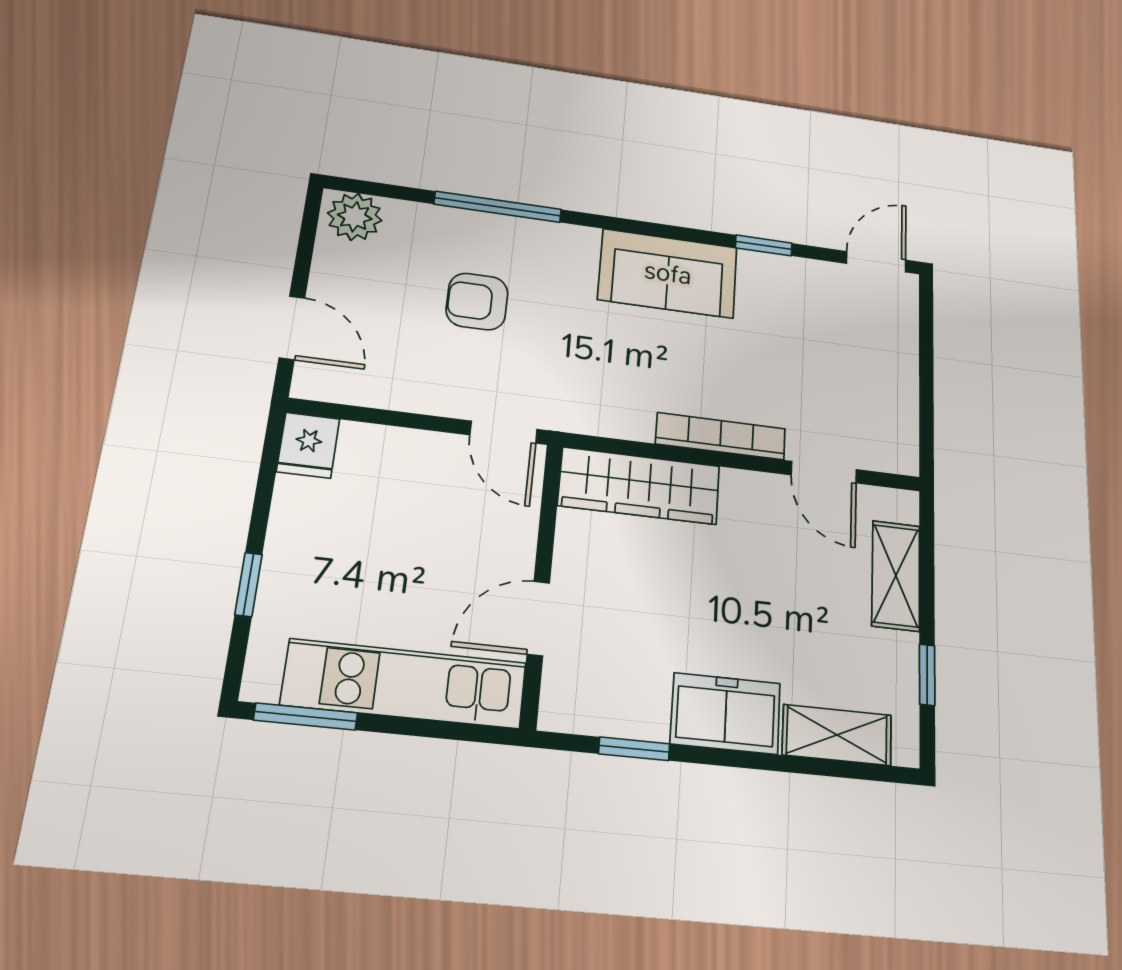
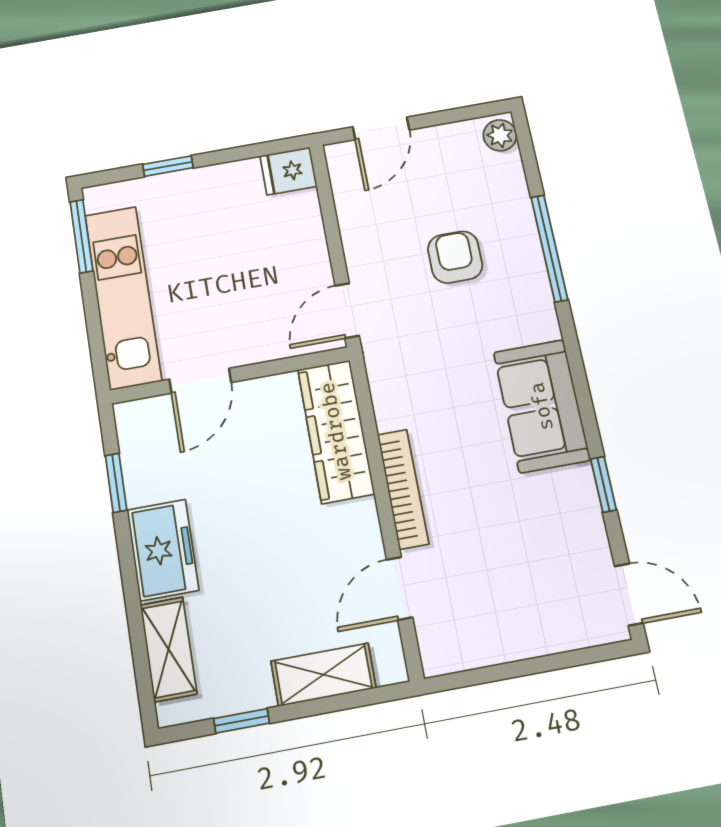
plant: (355, 217) -> (500, 135), width x0.73, depth x0.73
door: (538, 618) -> (200, 381), swing flipped

